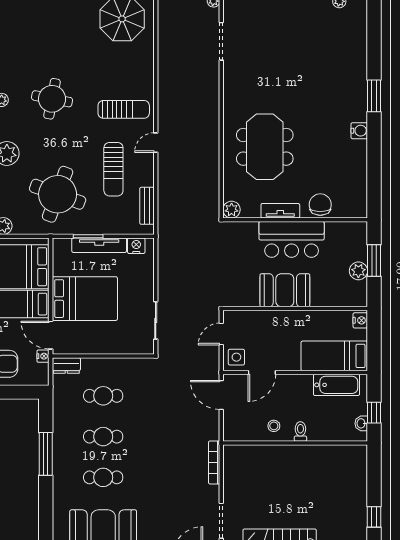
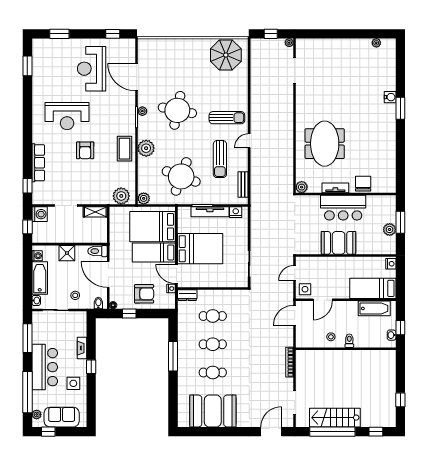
round table: (52, 99) -> (177, 110), width x1.36, depth x1.36
water cooler: (359, 131) -> (390, 97), moved
door: (221, 395) -> (295, 315), hinge flipped

